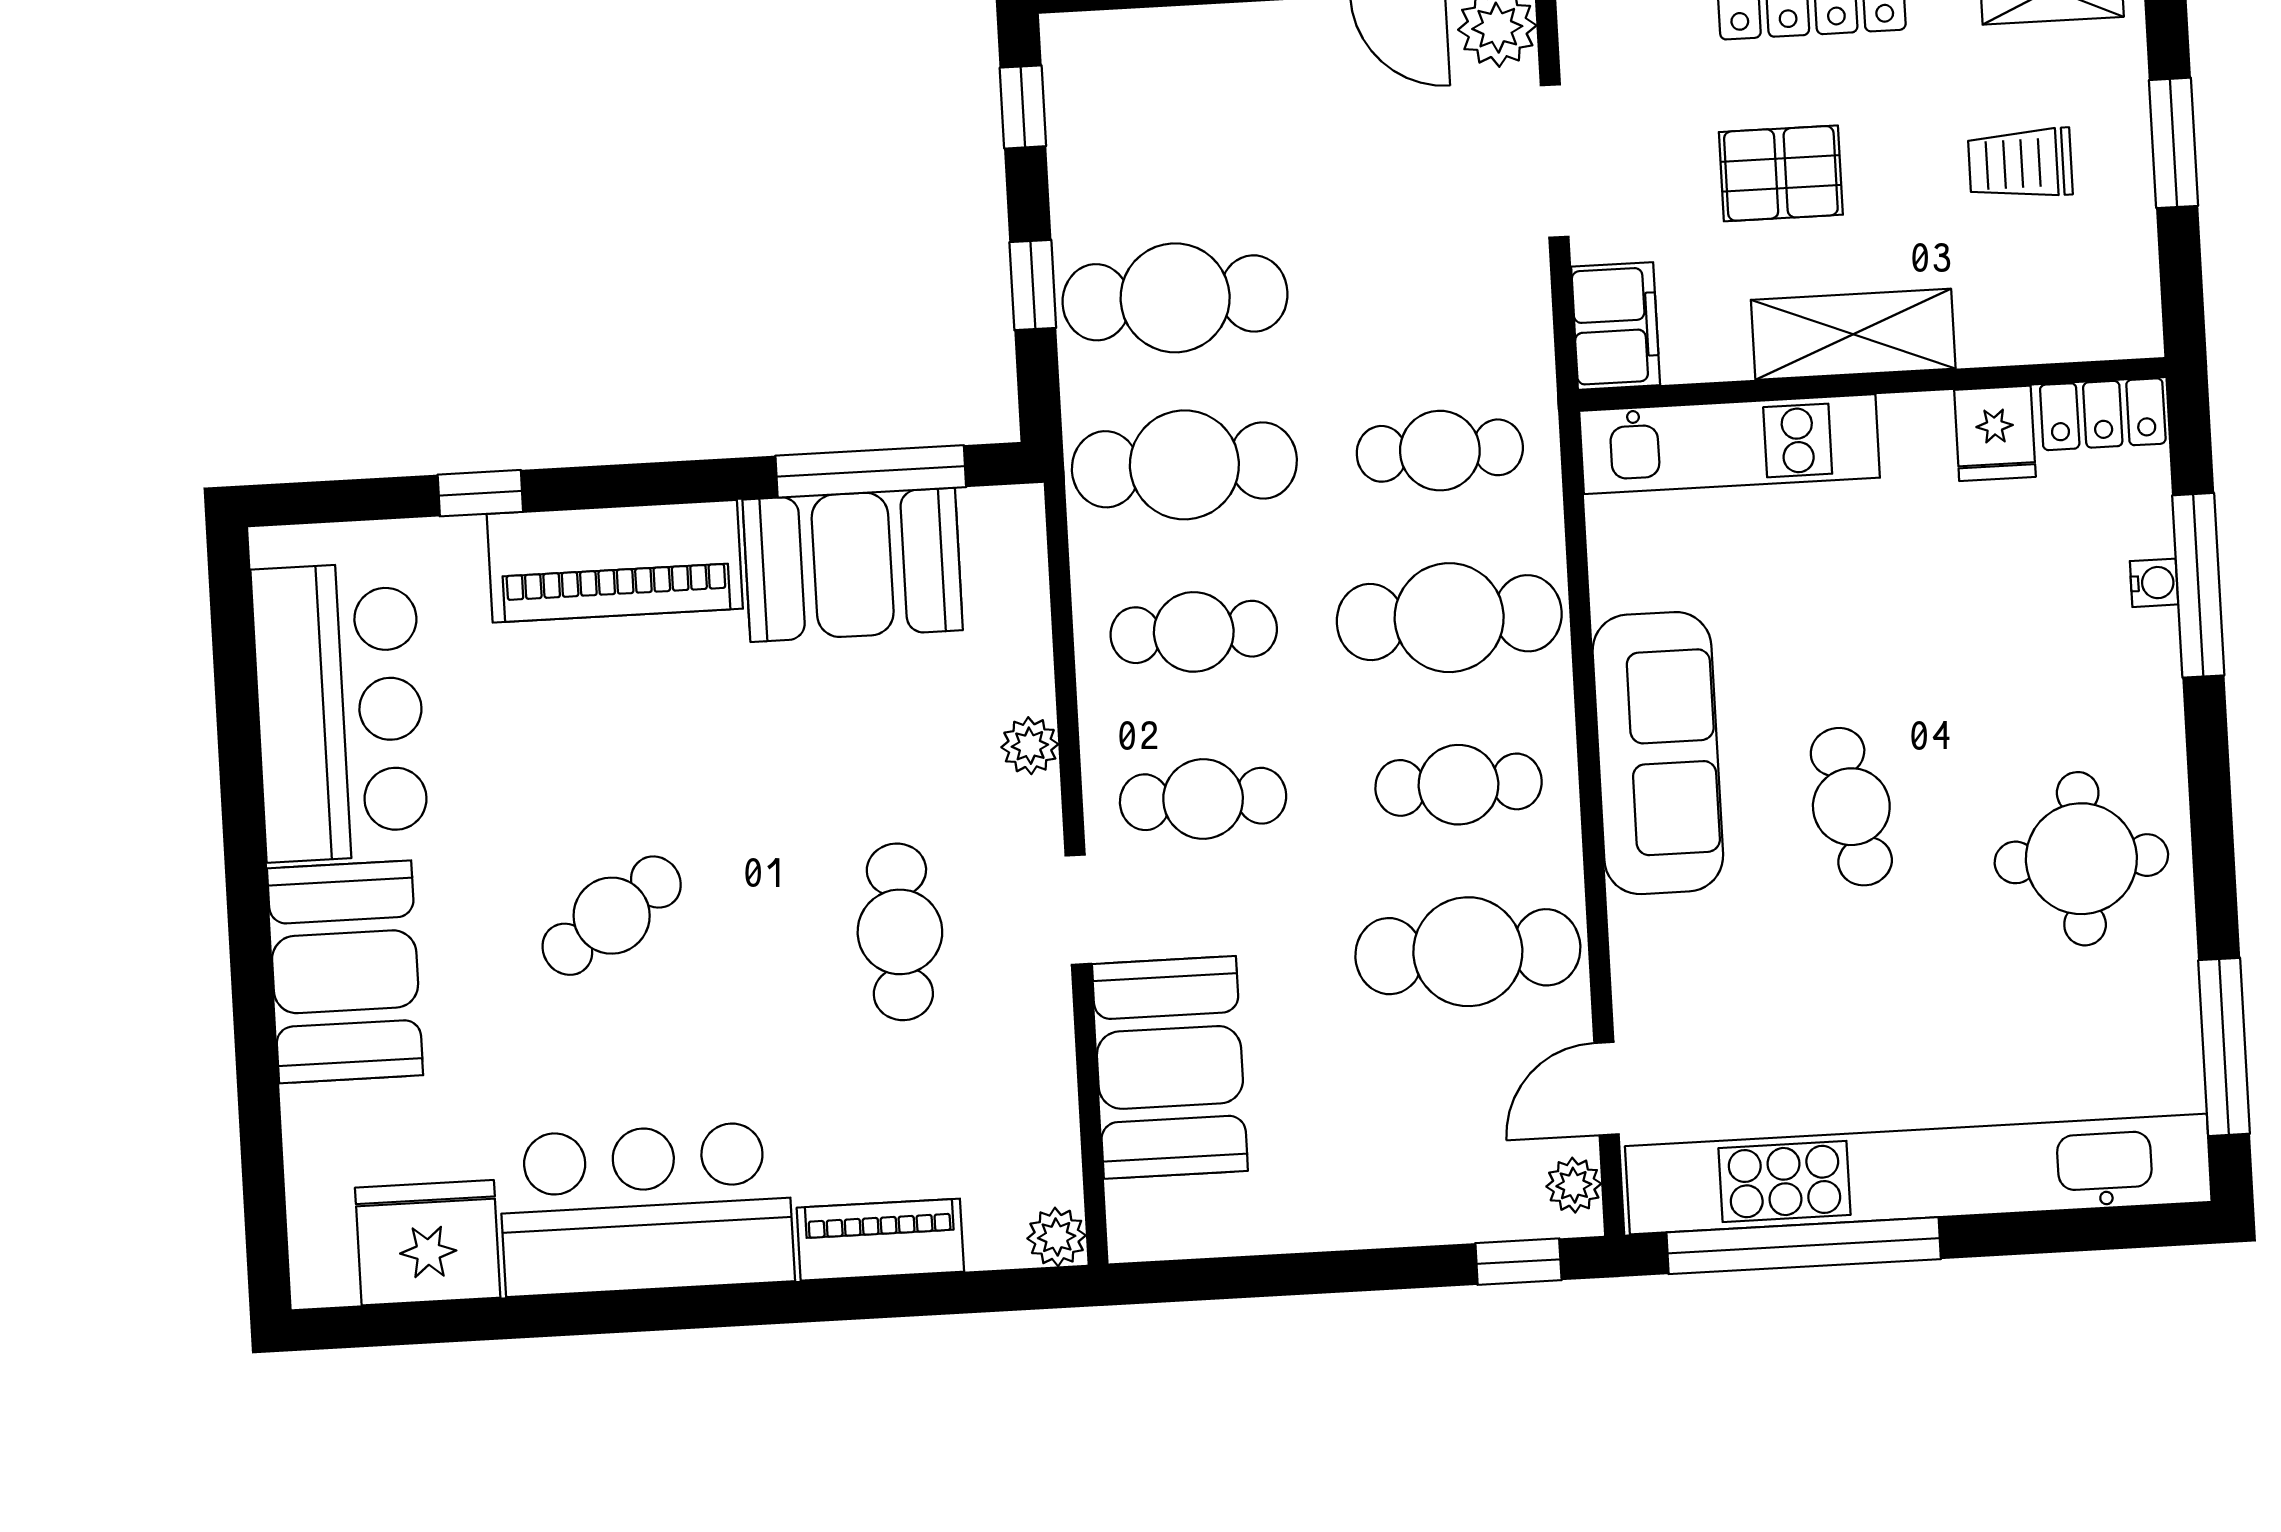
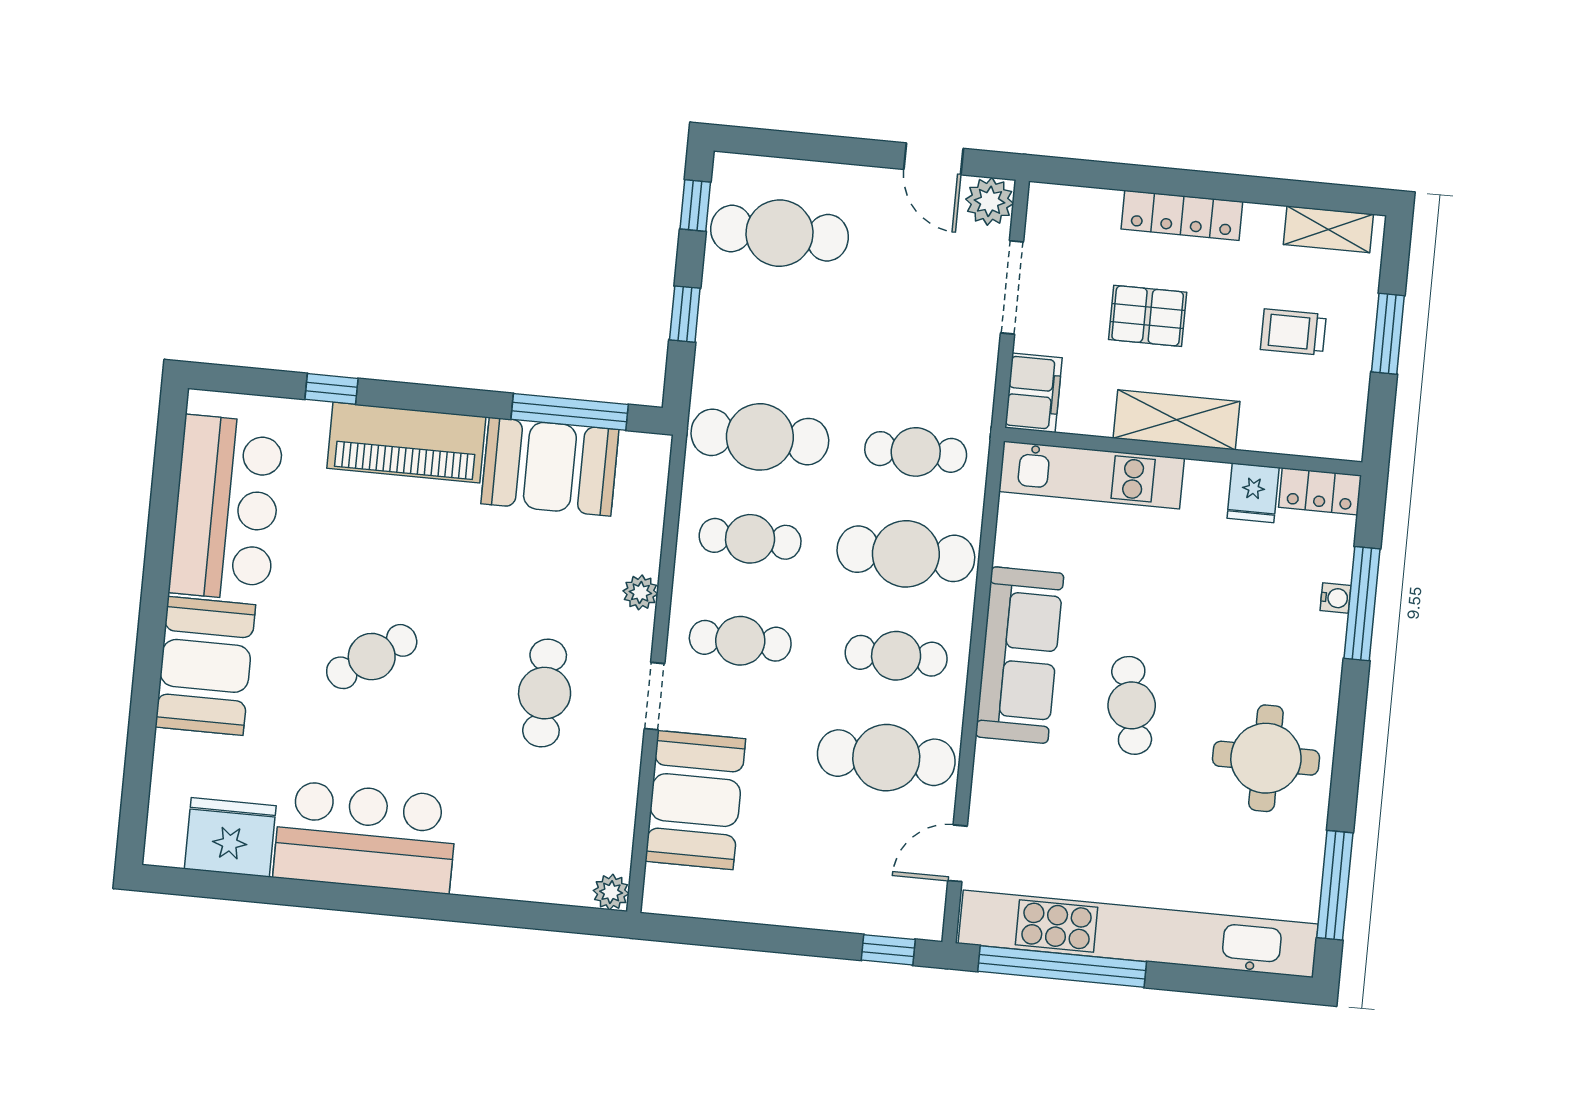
cafe table: (1175, 298) -> (779, 233), moved
plant: (1574, 1185) -> (929, 909), removed
piano: (880, 1240) -> (504, 877), removed

